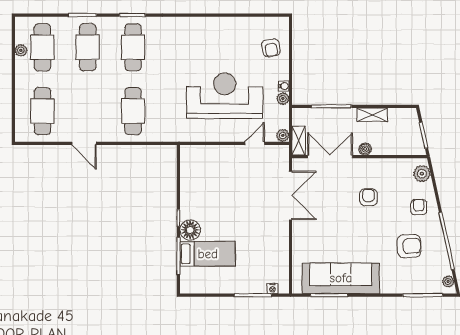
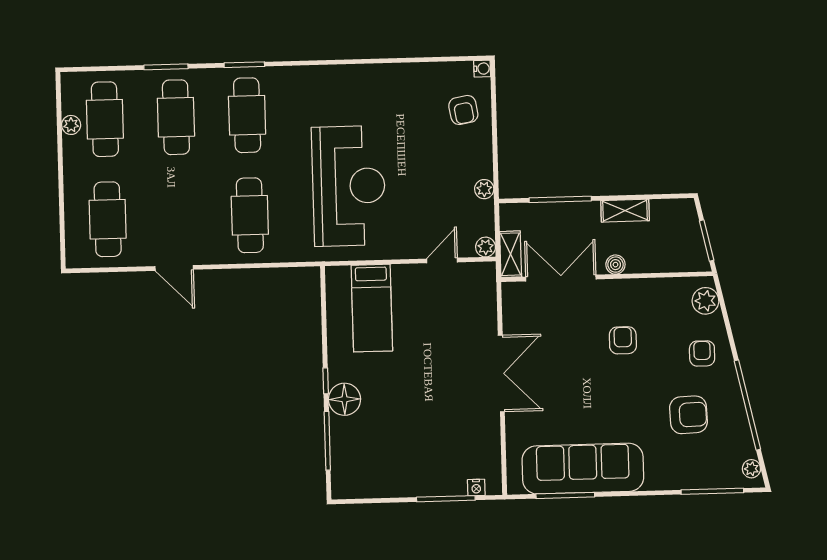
water cooler: (284, 86) -> (482, 69), moved
reception desk: (225, 96) -> (349, 186), moved, turned 90
double door: (290, 195) -> (501, 373), moved
bed: (208, 254) -> (372, 308), moved, turned 90

